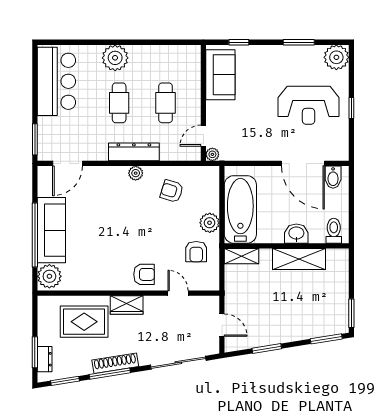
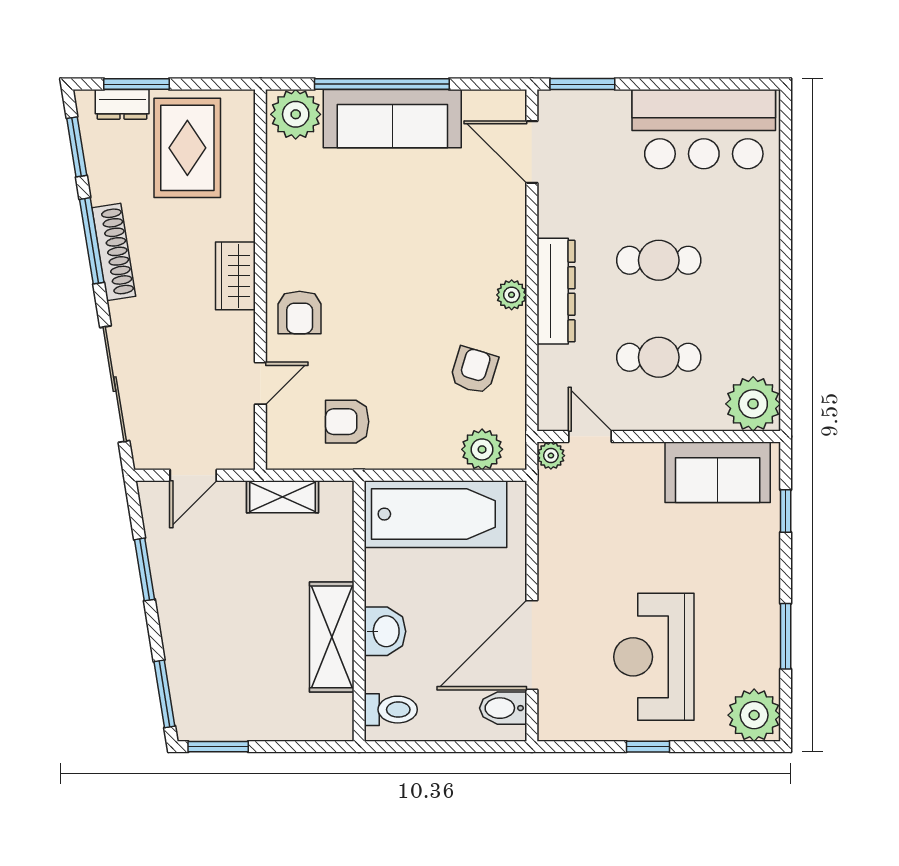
plant: (115, 58) -> (753, 404), moved
plant: (210, 223) -> (482, 449), moved
shelving: (241, 256) -> (283, 497), moved, turned 90
rug: (84, 322) -> (187, 148), moved

